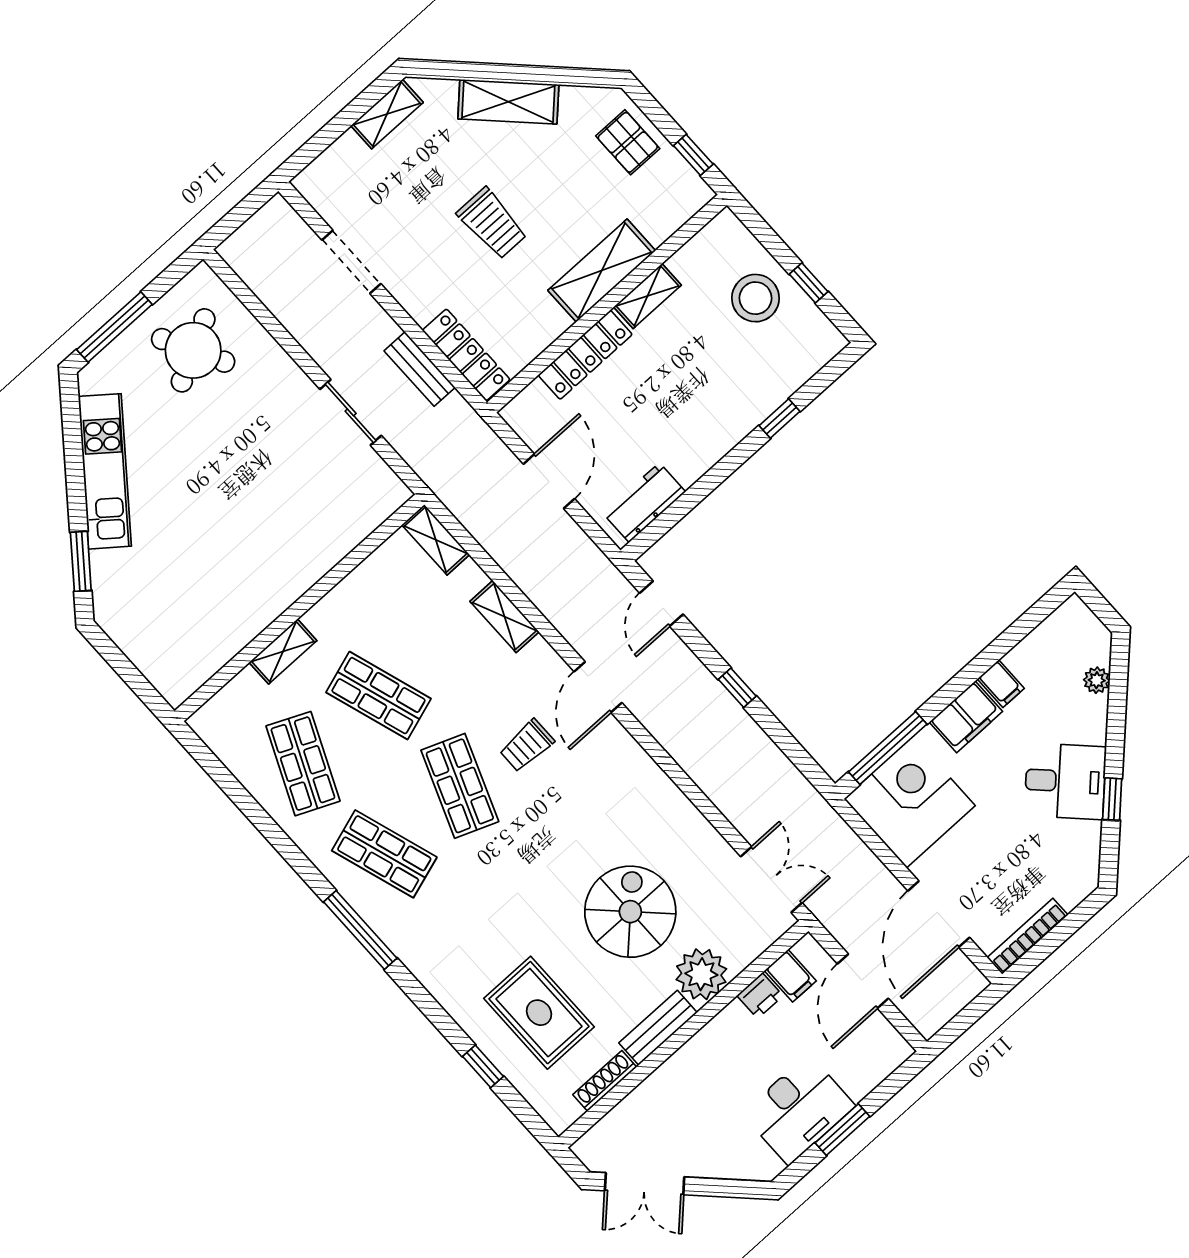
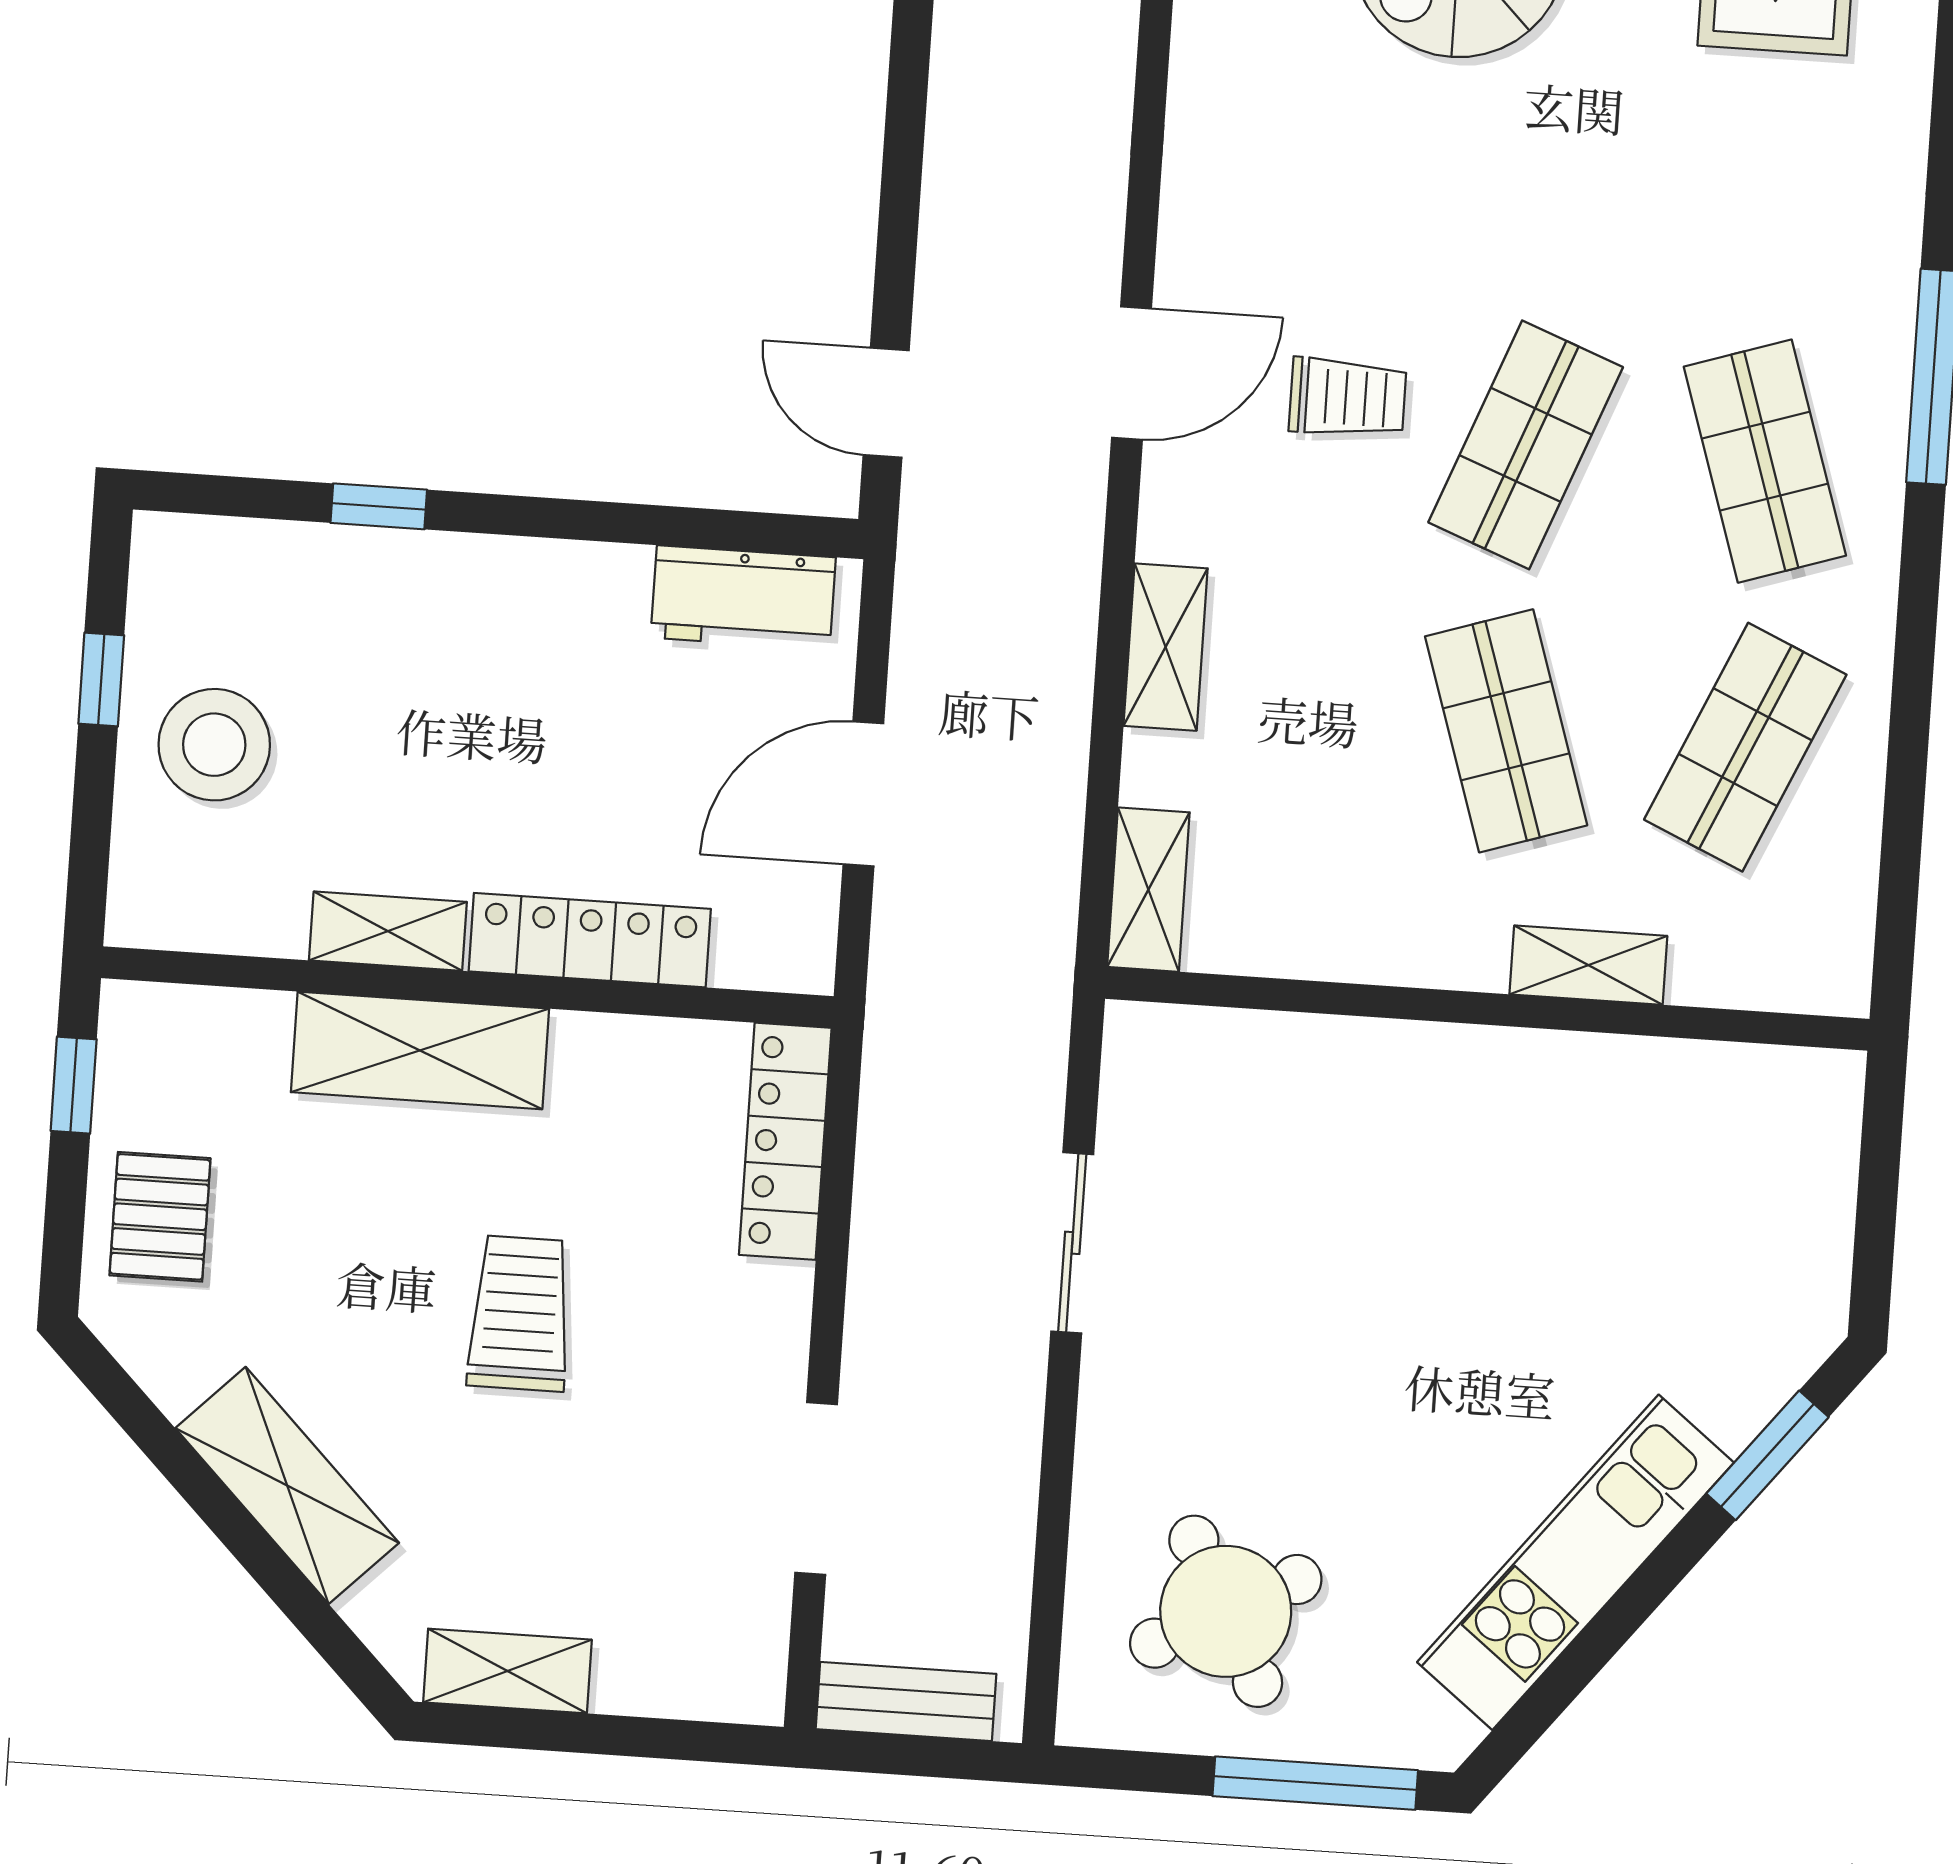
bench: (420, 369) -> (906, 1701), moved, turned 90
door: (661, 604) -> (886, 403), swing flipped
window: (737, 688) -> (904, 136), removed

